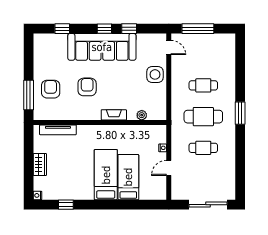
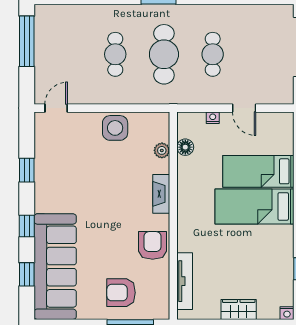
window: (104, 29) -> (27, 226), moved
window: (198, 29) -> (27, 41), moved
sofa: (102, 47) -> (55, 267), moved
side table: (155, 74) -> (115, 128), moved
armchair: (87, 87) -> (153, 245), moved, turned 90
floor lamp: (144, 130) -> (185, 147), added

